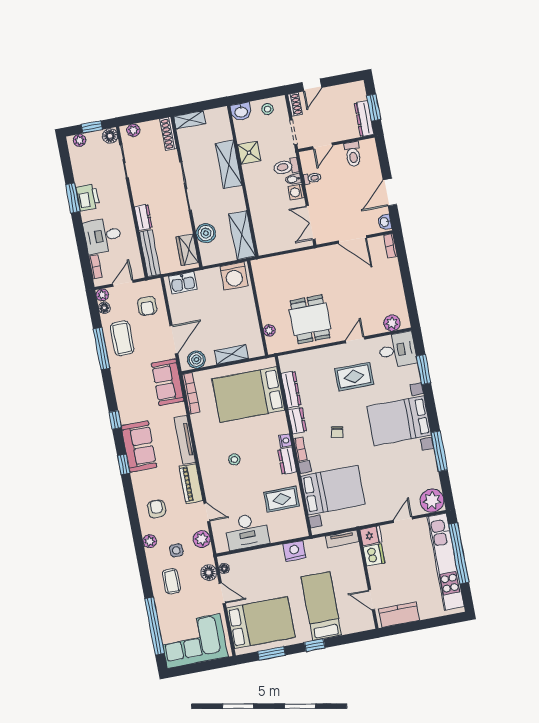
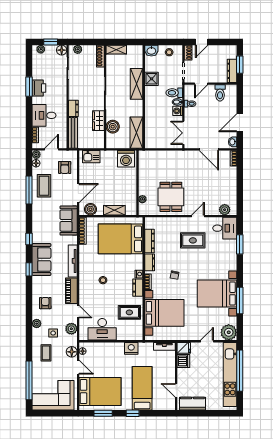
wardrobe: (187, 250) -> (98, 121), moved
bed with nightstands: (399, 421) -> (217, 294), moved

